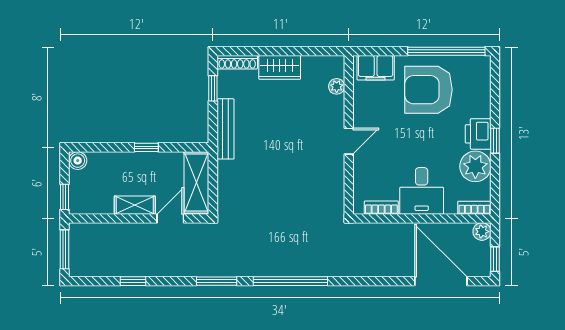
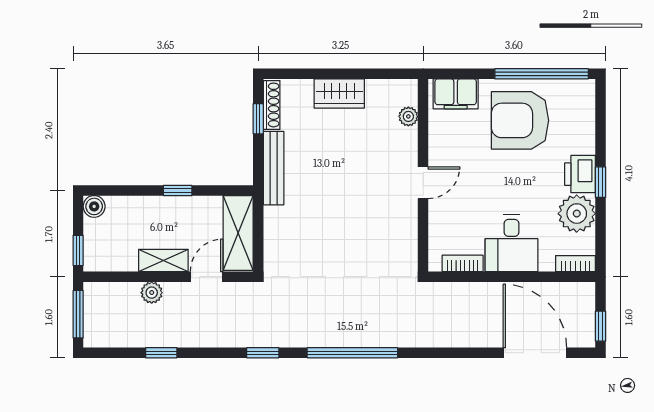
shoe rack: (237, 62) -> (272, 105), moved, turned -90
plant: (482, 232) -> (152, 293), moved
window: (217, 281) -> (263, 353), width x0.67

